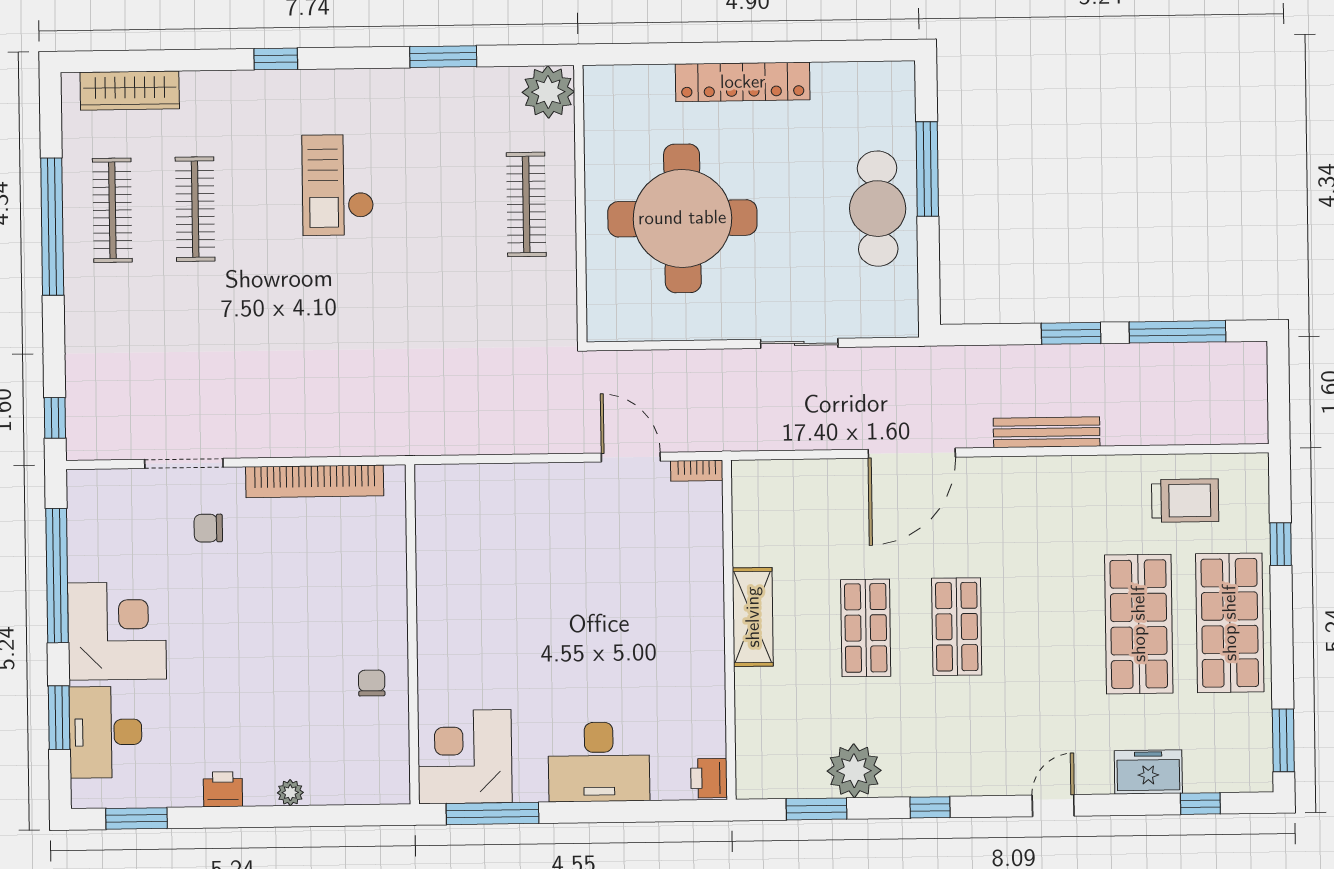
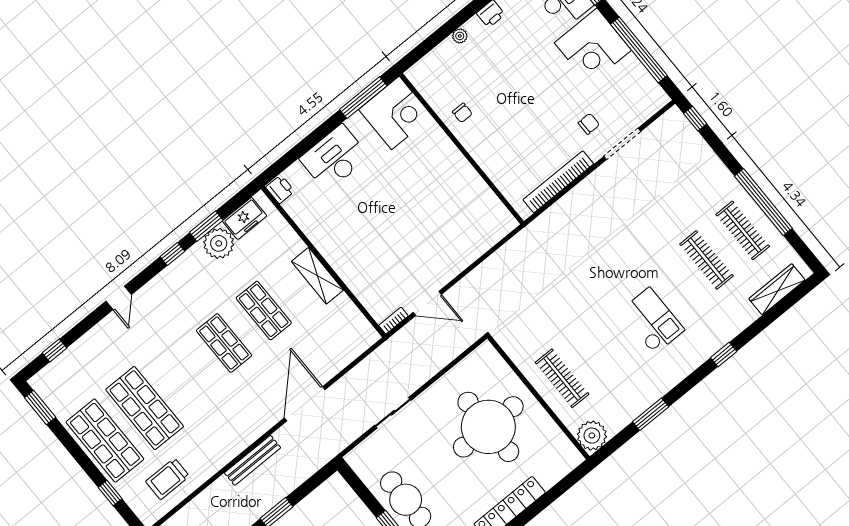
freezer: (1148, 772) -> (245, 218), moved
window: (816, 809) -> (206, 226), moved

